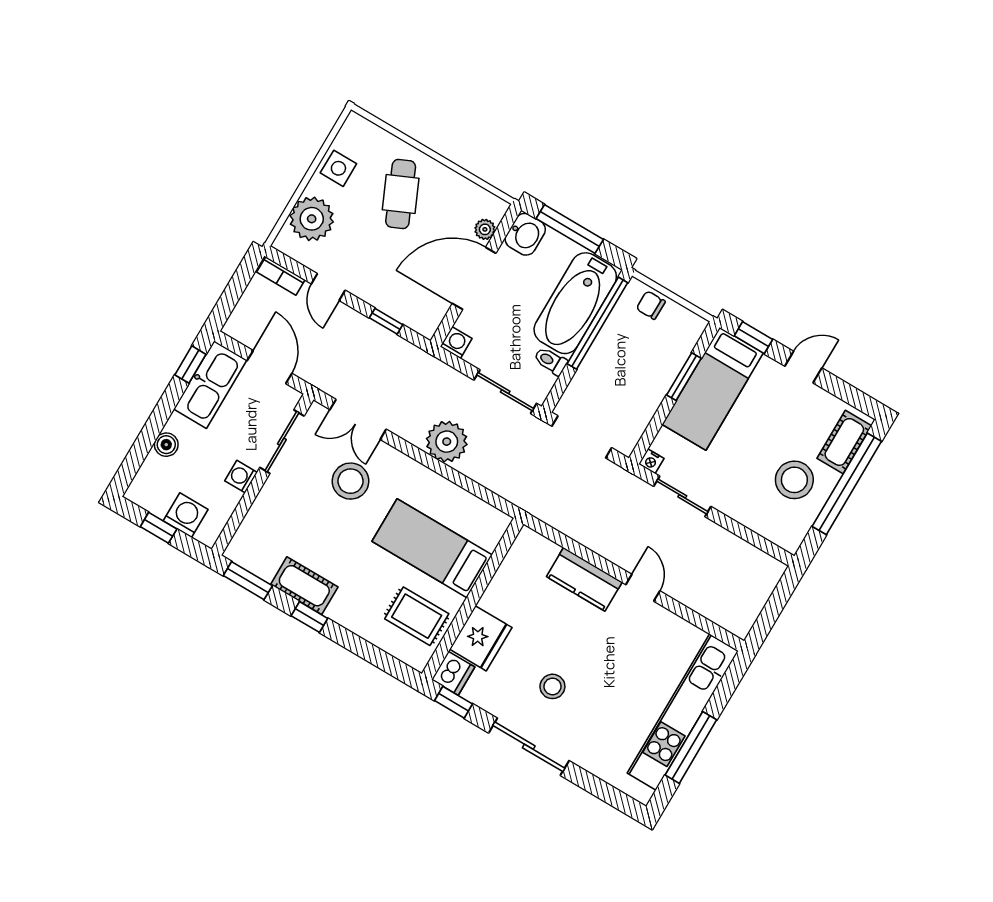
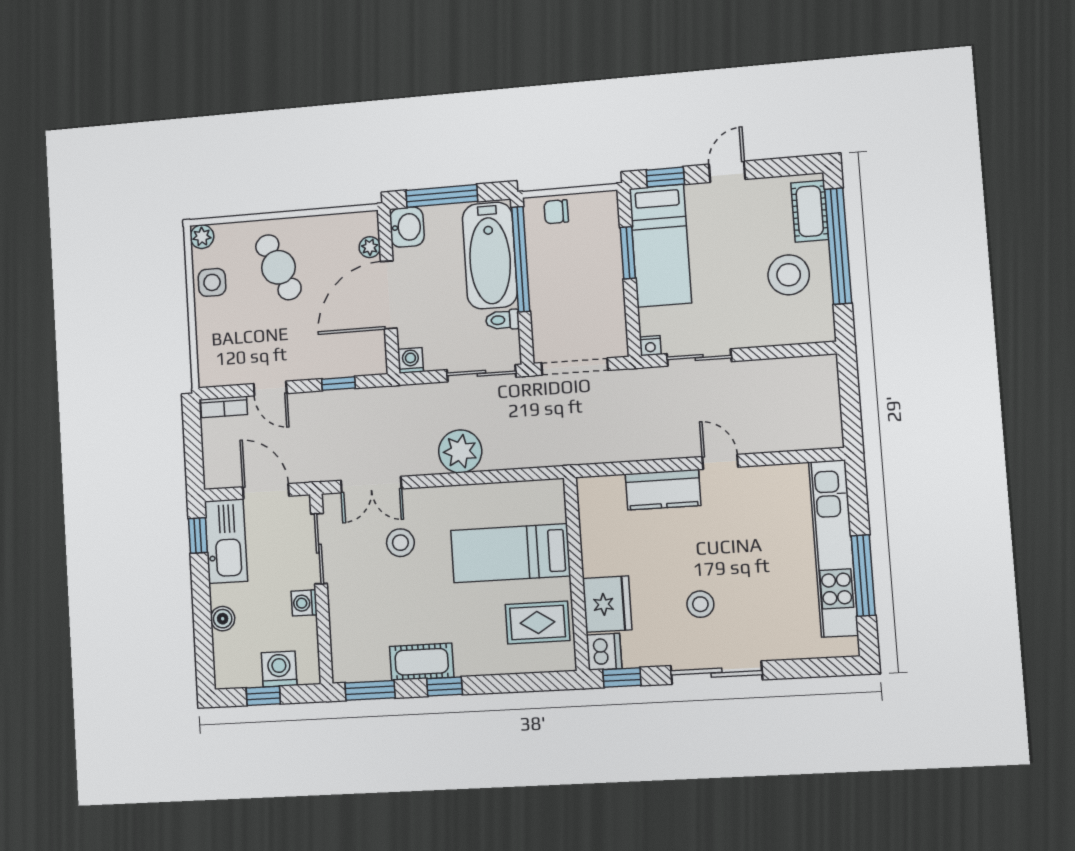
plant: (312, 219) -> (202, 237), moved, width x0.53, depth x0.53
stool: (351, 481) -> (400, 543), width x0.73, depth x0.73

